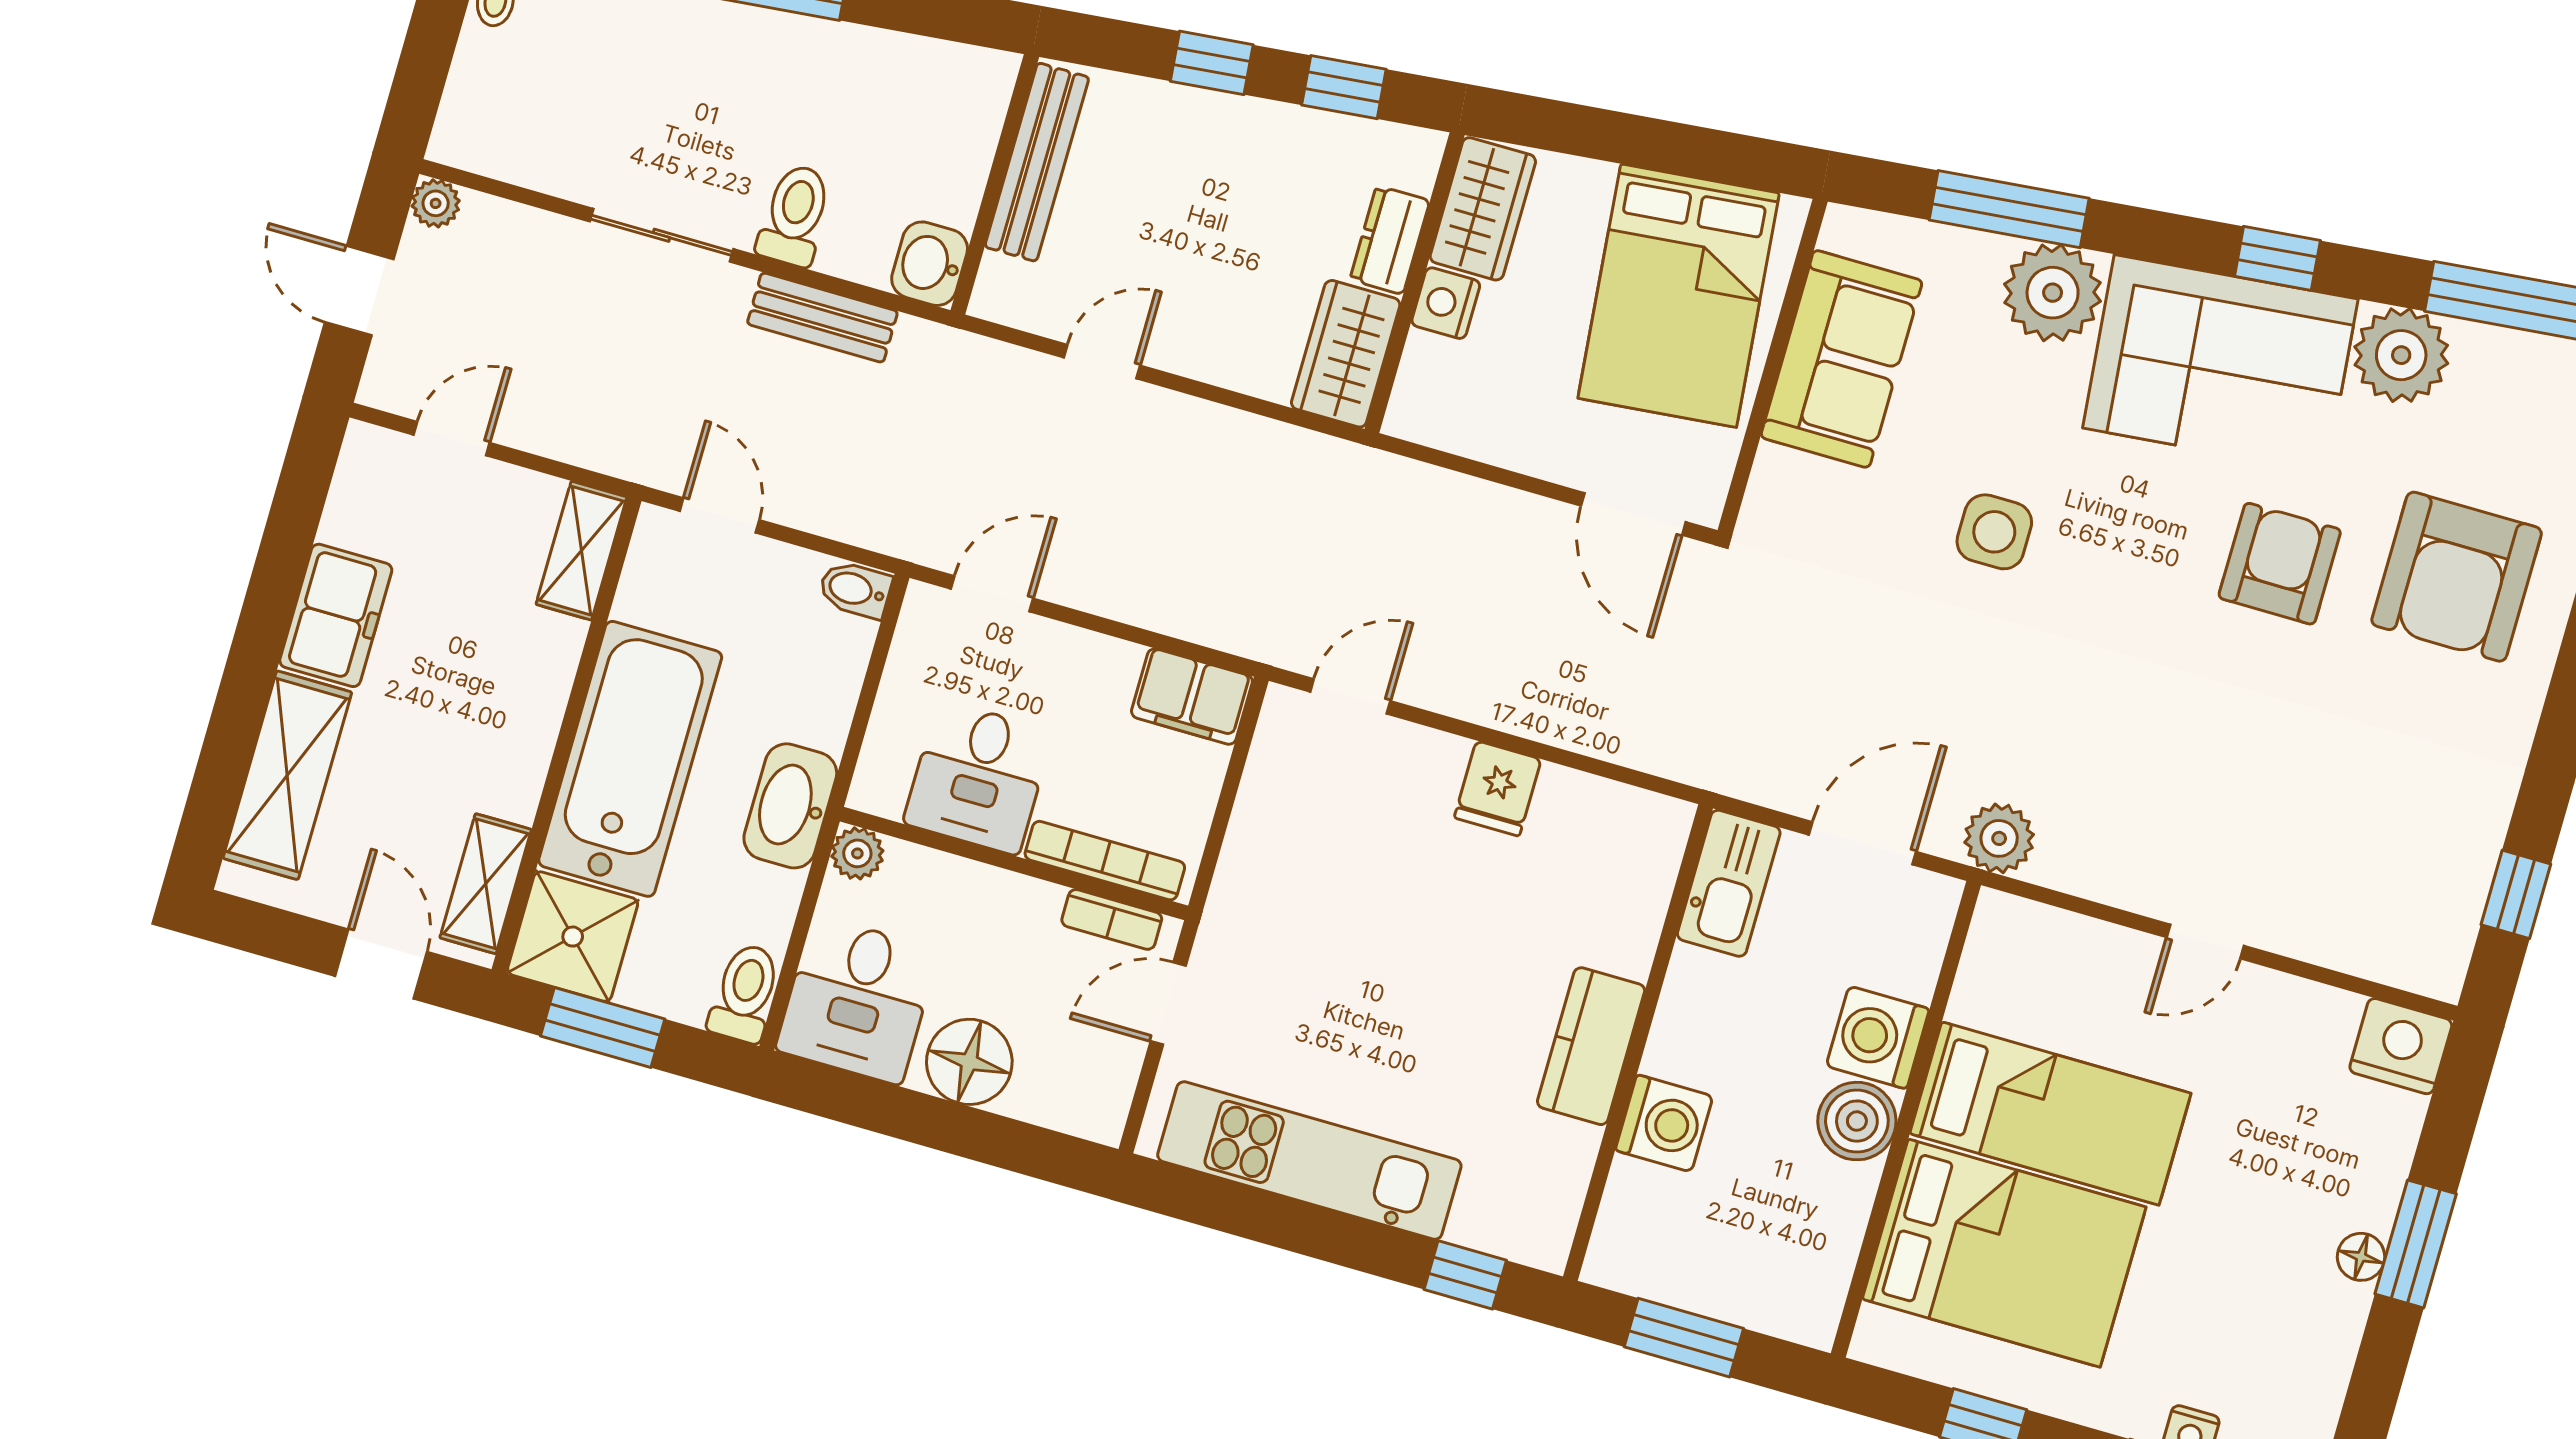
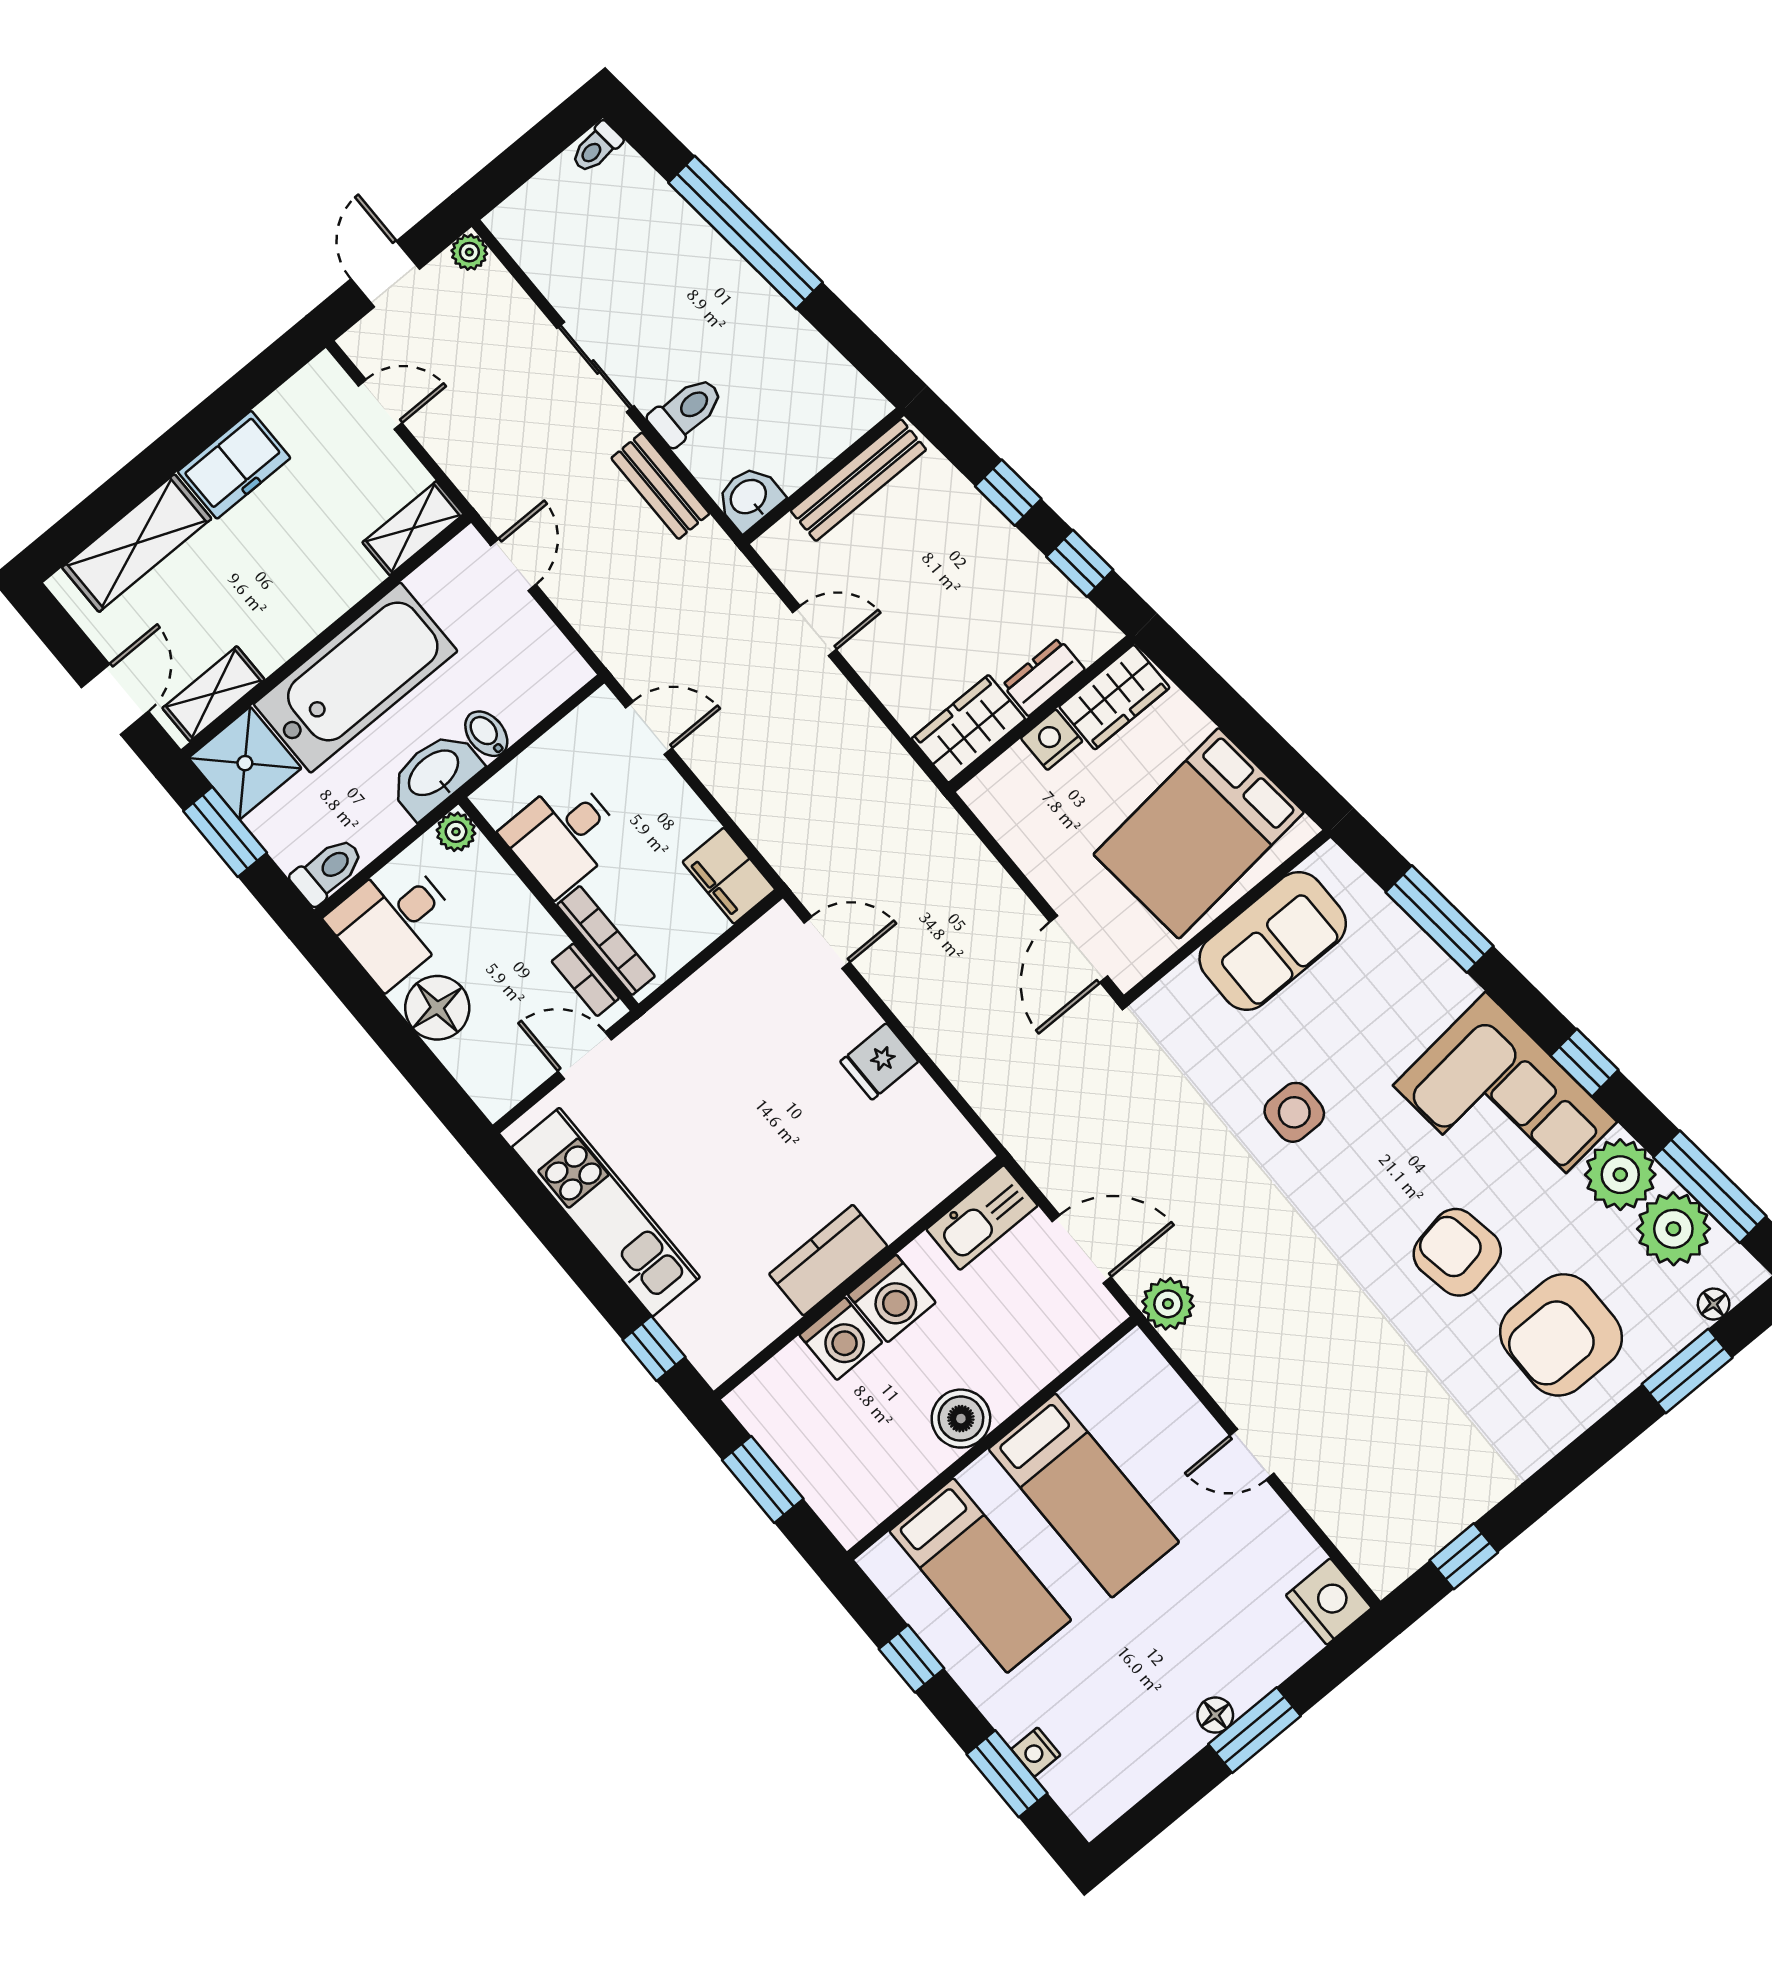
plant: (2053, 293) -> (1673, 1229), moved
armchair: (2280, 564) -> (1457, 1252), turned -100
bidet: (855, 589) -> (486, 734), moved
washing machine: (1878, 1038) -> (892, 1298), moved, turned 180
bed: (2004, 1253) -> (980, 1576), width x0.67

